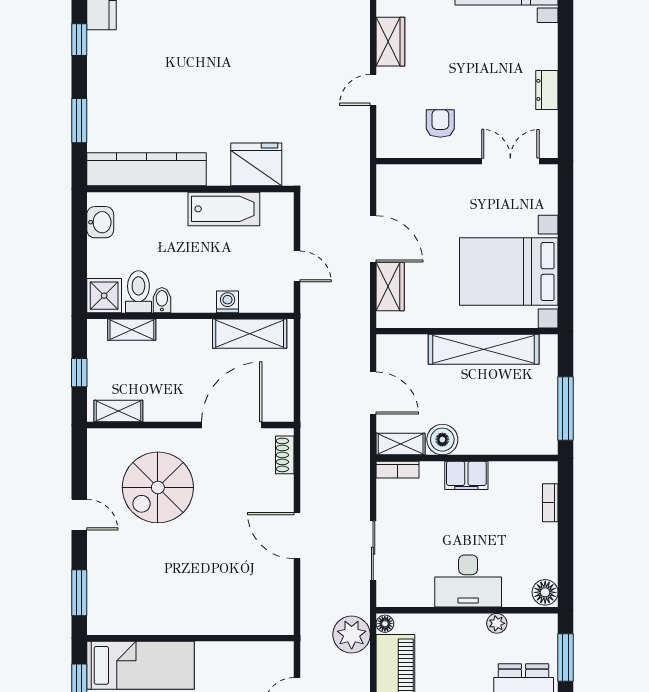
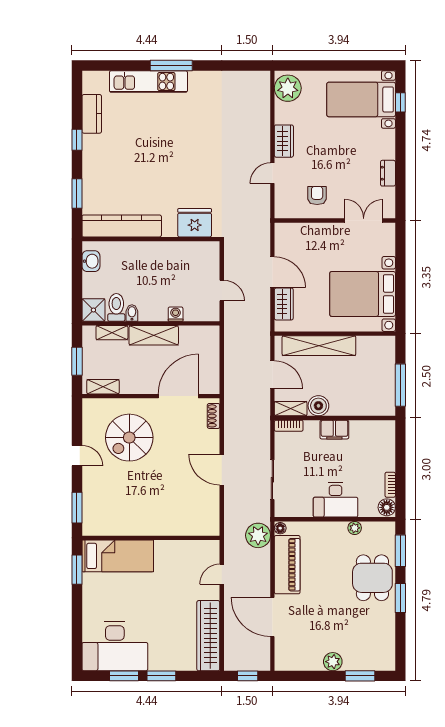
bathtub: (224, 209) -> (173, 252), removed
shelving: (250, 334) -> (154, 335), moved
shelving: (484, 349) -> (319, 346), moved
window: (79, 373) -> (77, 361), width x1.50
bookcase: (550, 503) -> (390, 485), moved

